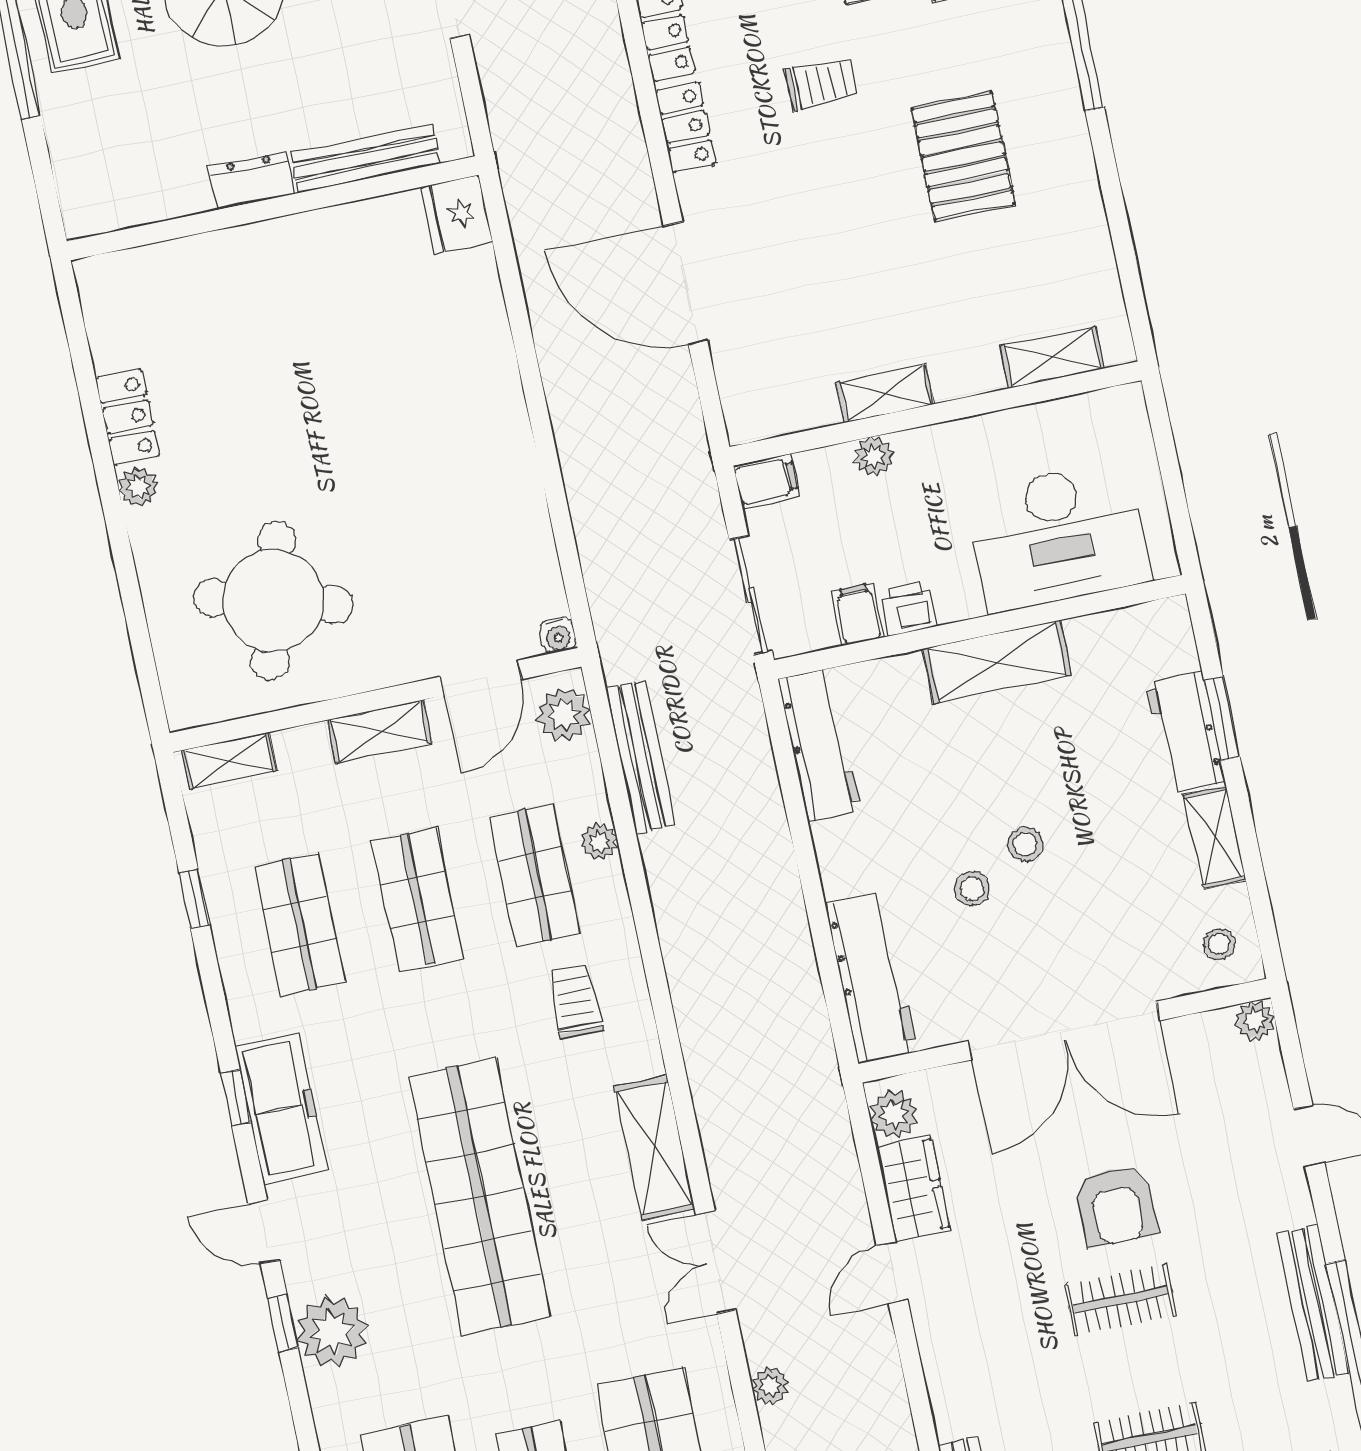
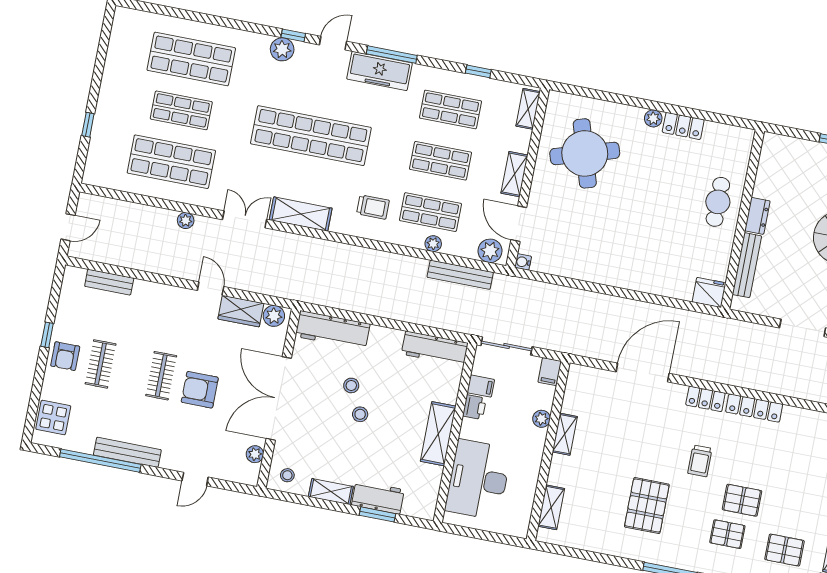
pallet: (963, 156) -> (647, 506), turned 90
cafe table: (257, 276) -> (718, 202), added
round table: (273, 601) -> (585, 153), turned -32
plant: (1255, 1021) -> (255, 454), moved
window: (236, 1097) -> (392, 55), width x2.17
plant: (332, 1332) -> (282, 49), width x0.73, depth x0.73

